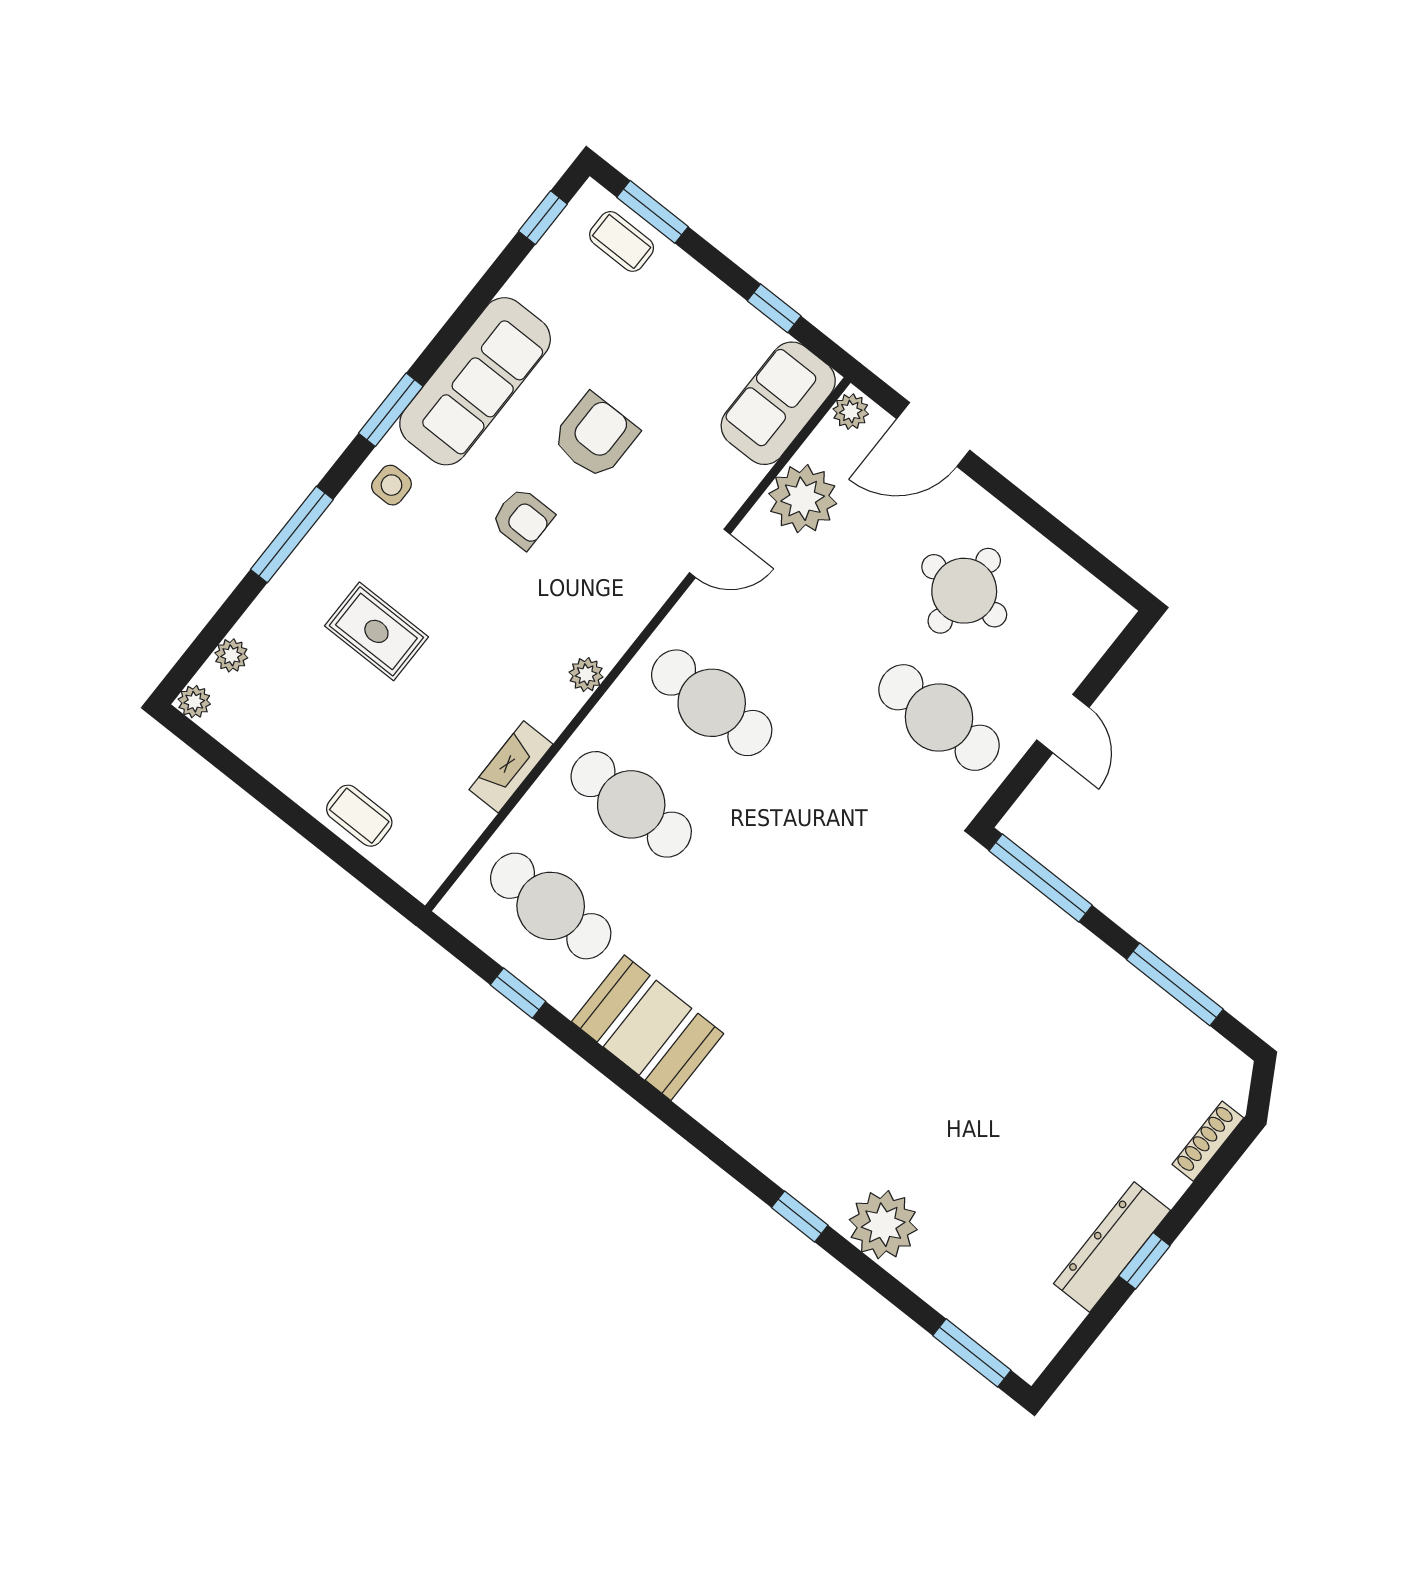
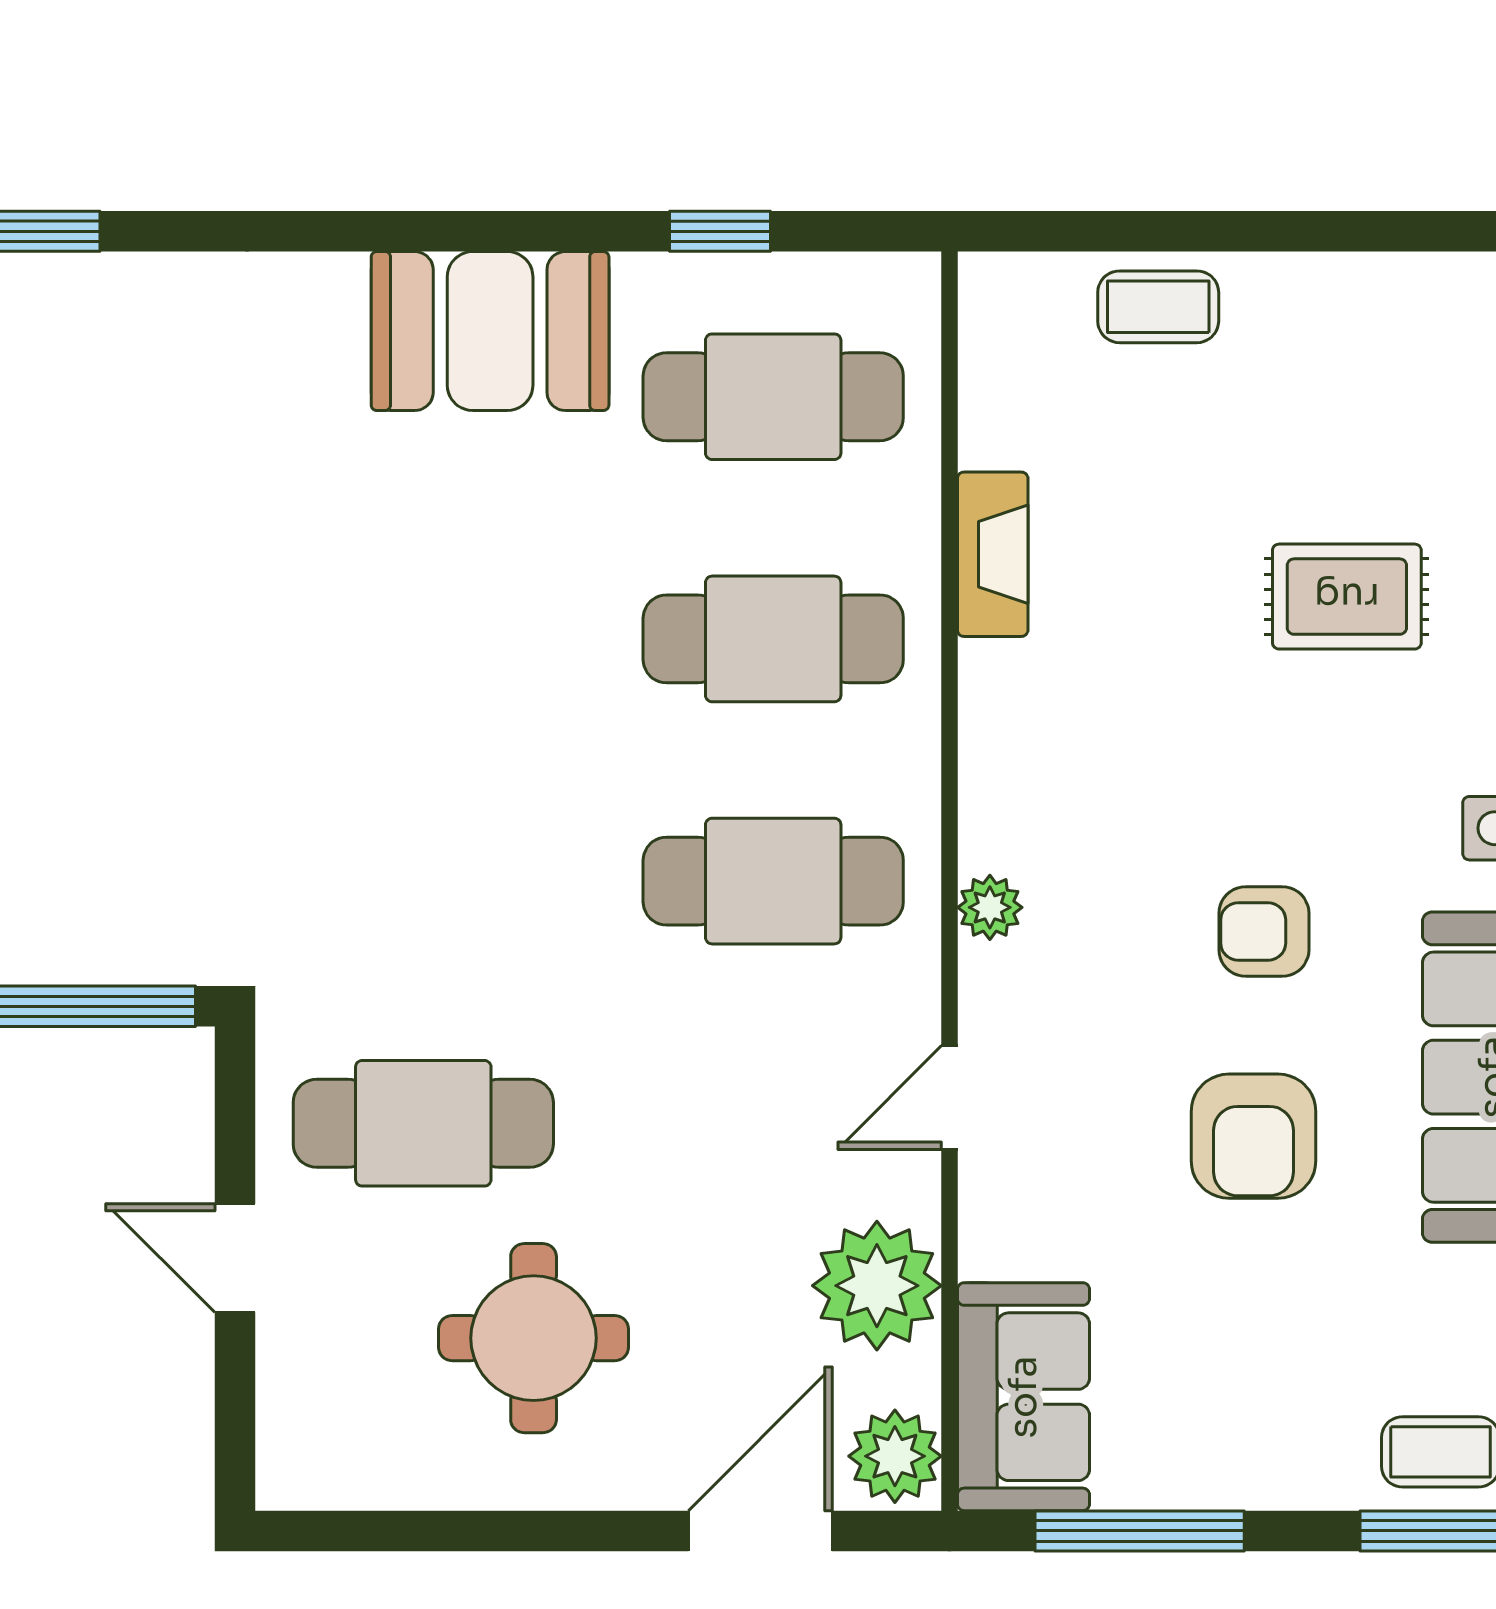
window: (774, 308) -> (1140, 1531), width x2.17
plant: (851, 412) -> (895, 1456), width x1.38, depth x1.38
plant: (586, 675) -> (990, 907), moved

